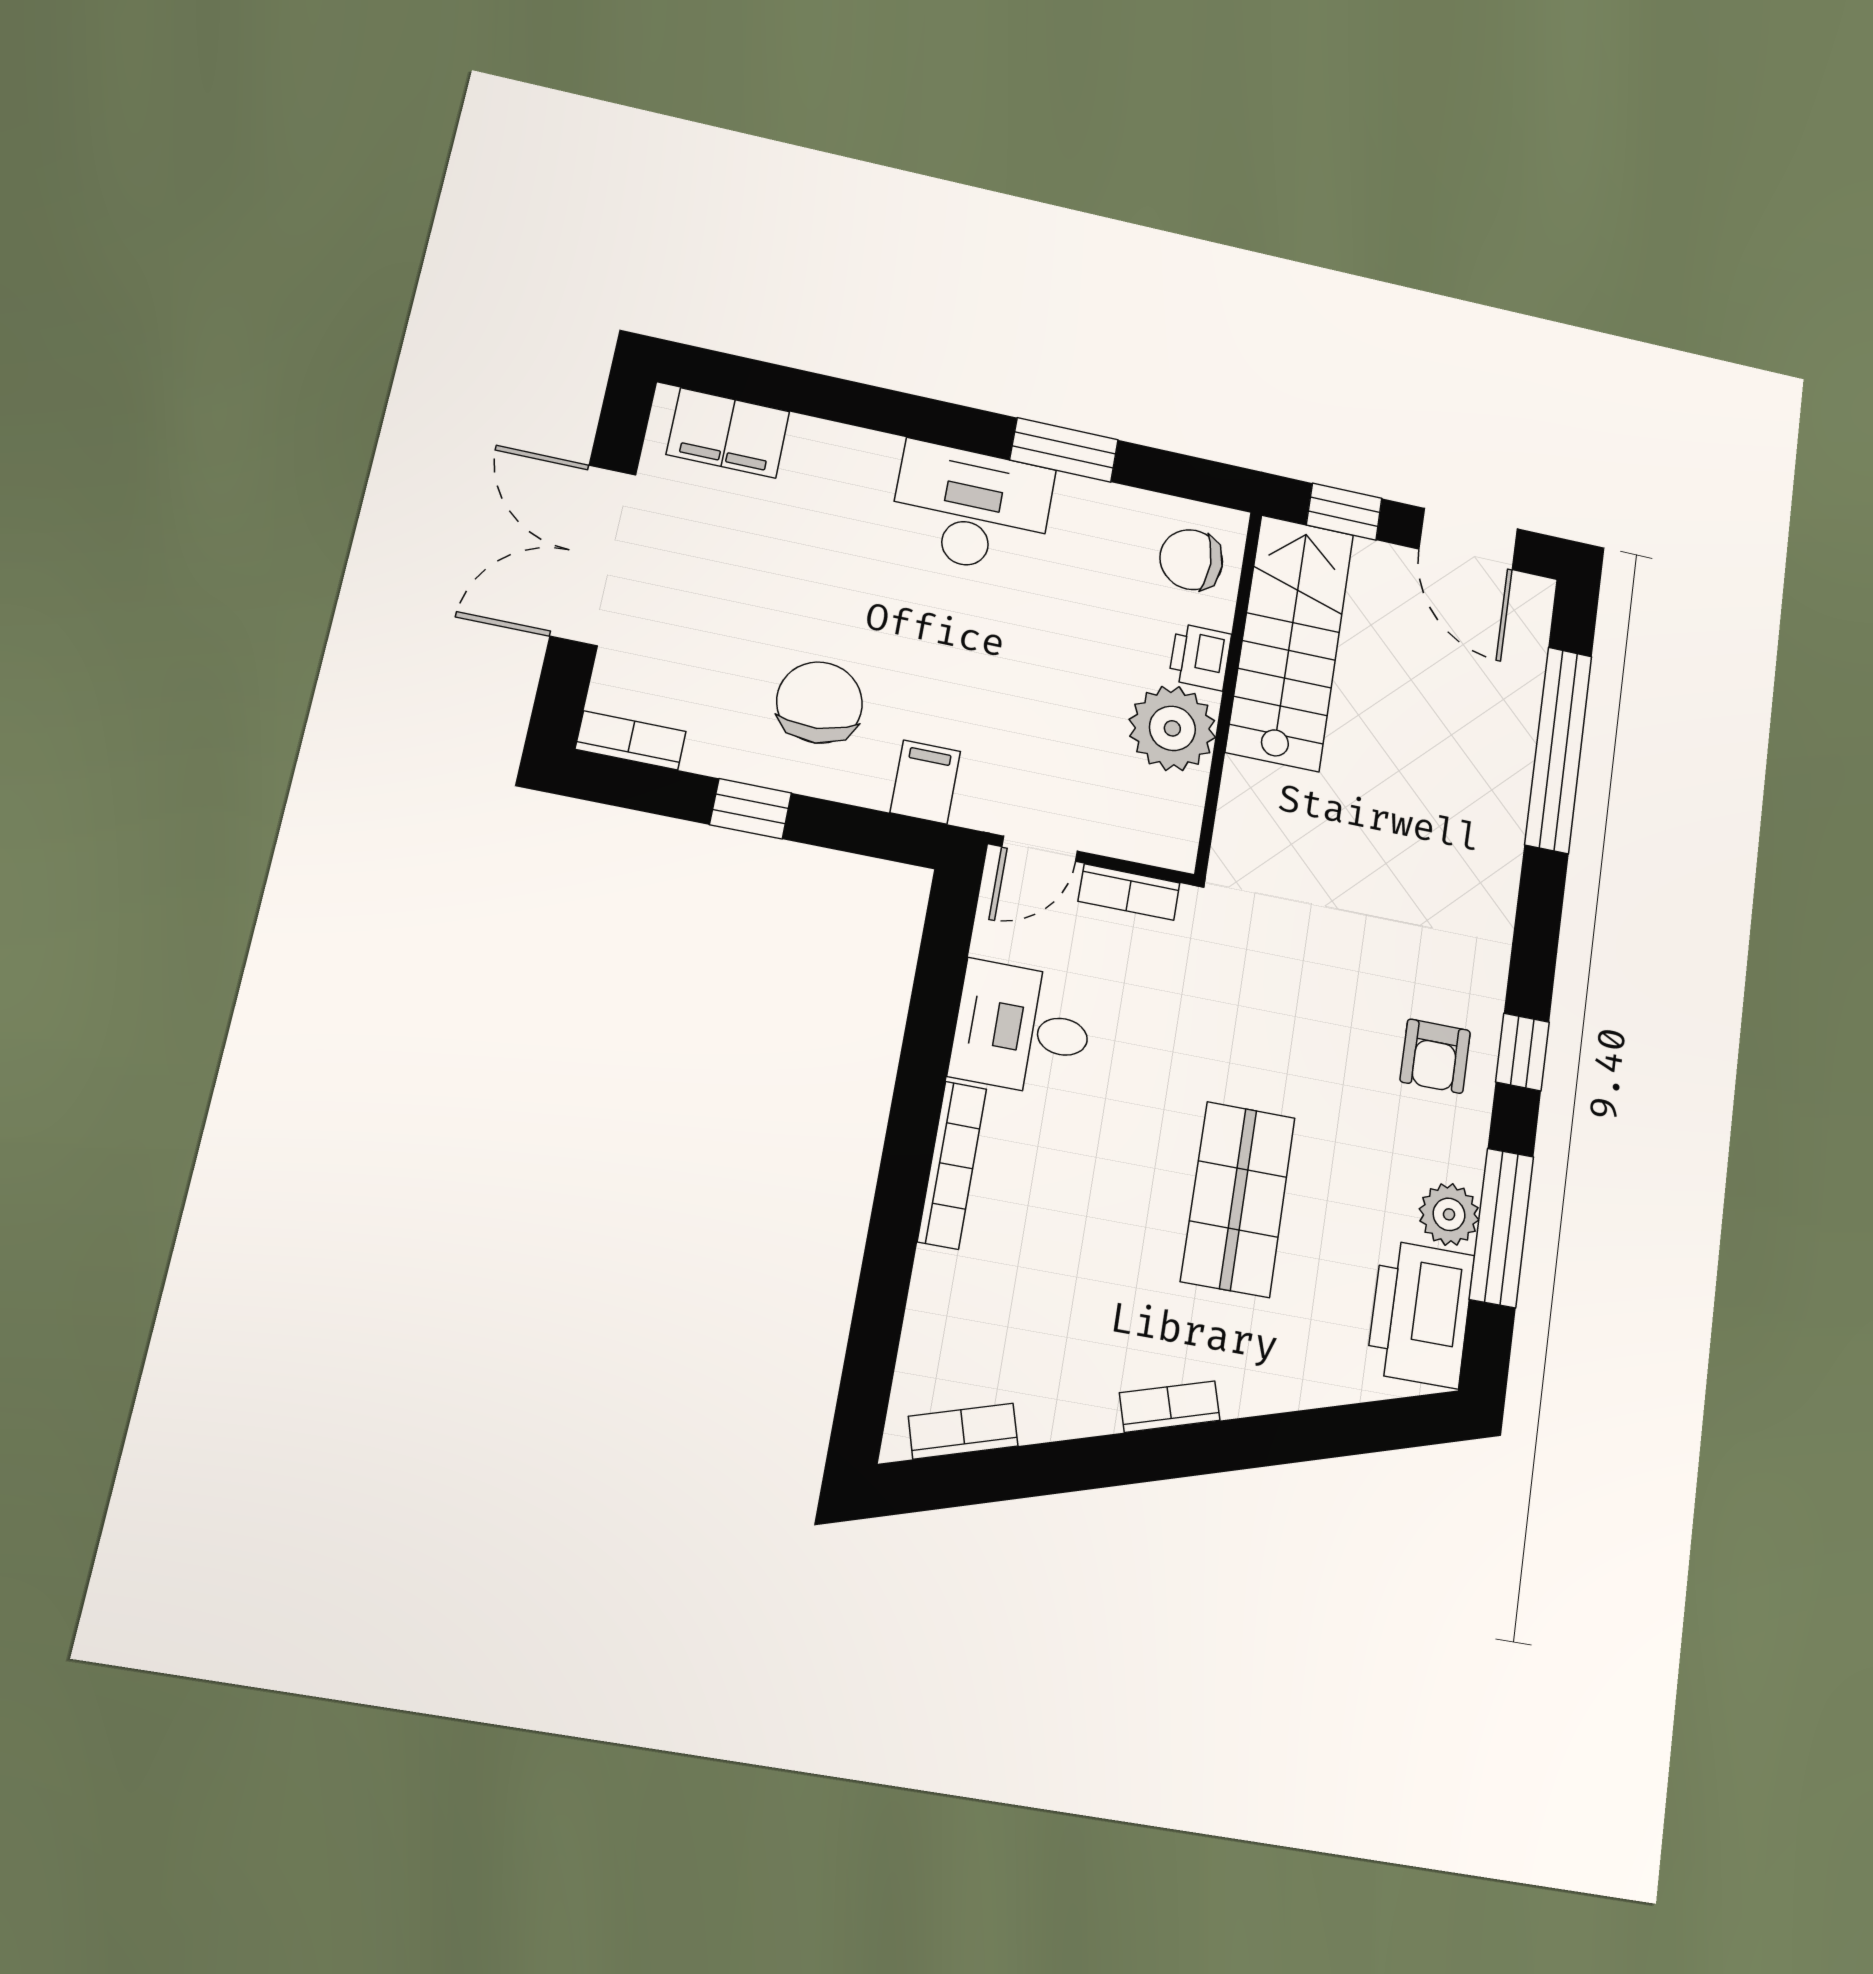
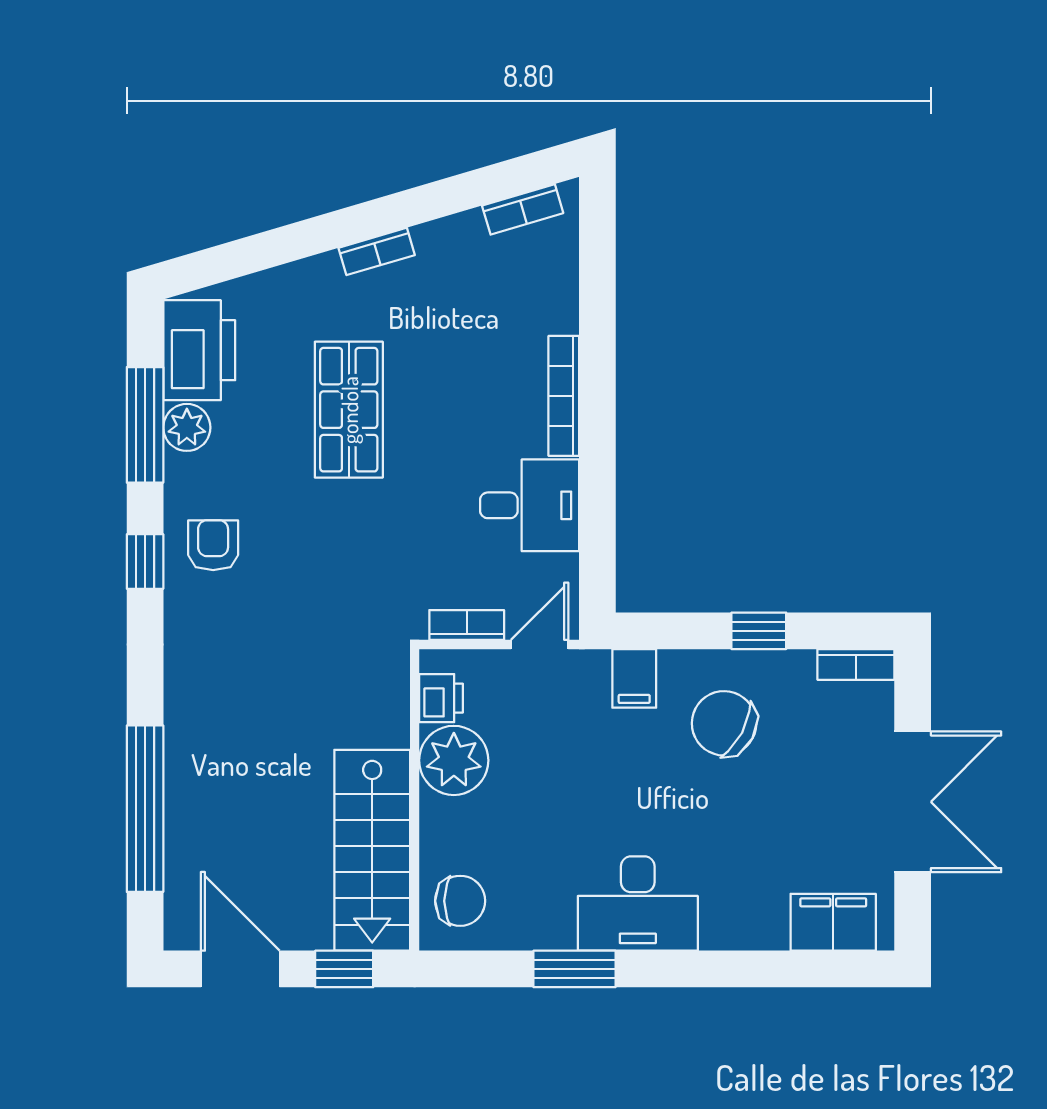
printer: (1200, 657) -> (441, 698), moved
chair: (819, 702) -> (724, 723), turned 123

